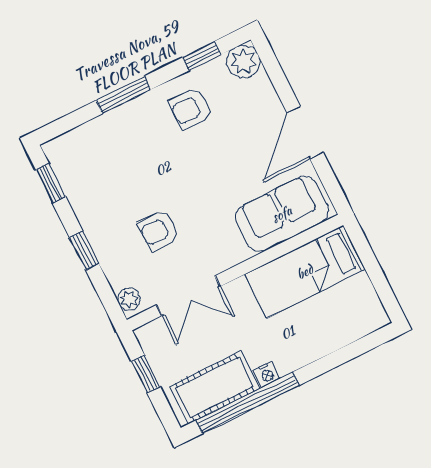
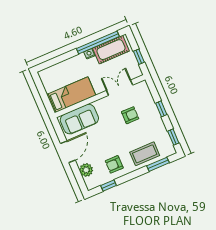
plant: (243, 61) -> (86, 170), moved
window: (124, 95) -> (158, 164), moved
armchair: (191, 108) -> (114, 164), turned 180
coffee table: (118, 138) -> (145, 154), added
plant: (129, 299) -> (144, 88), removed

